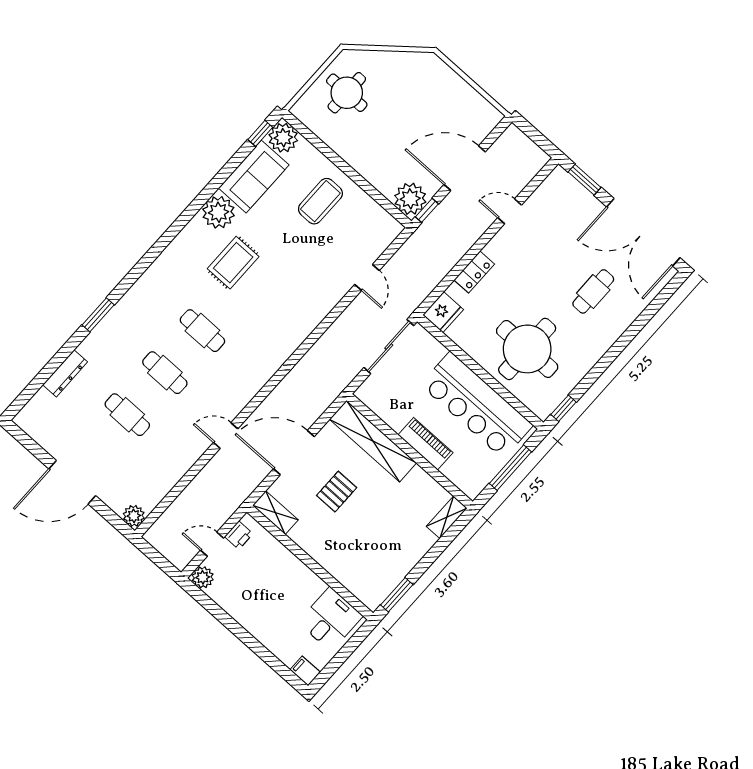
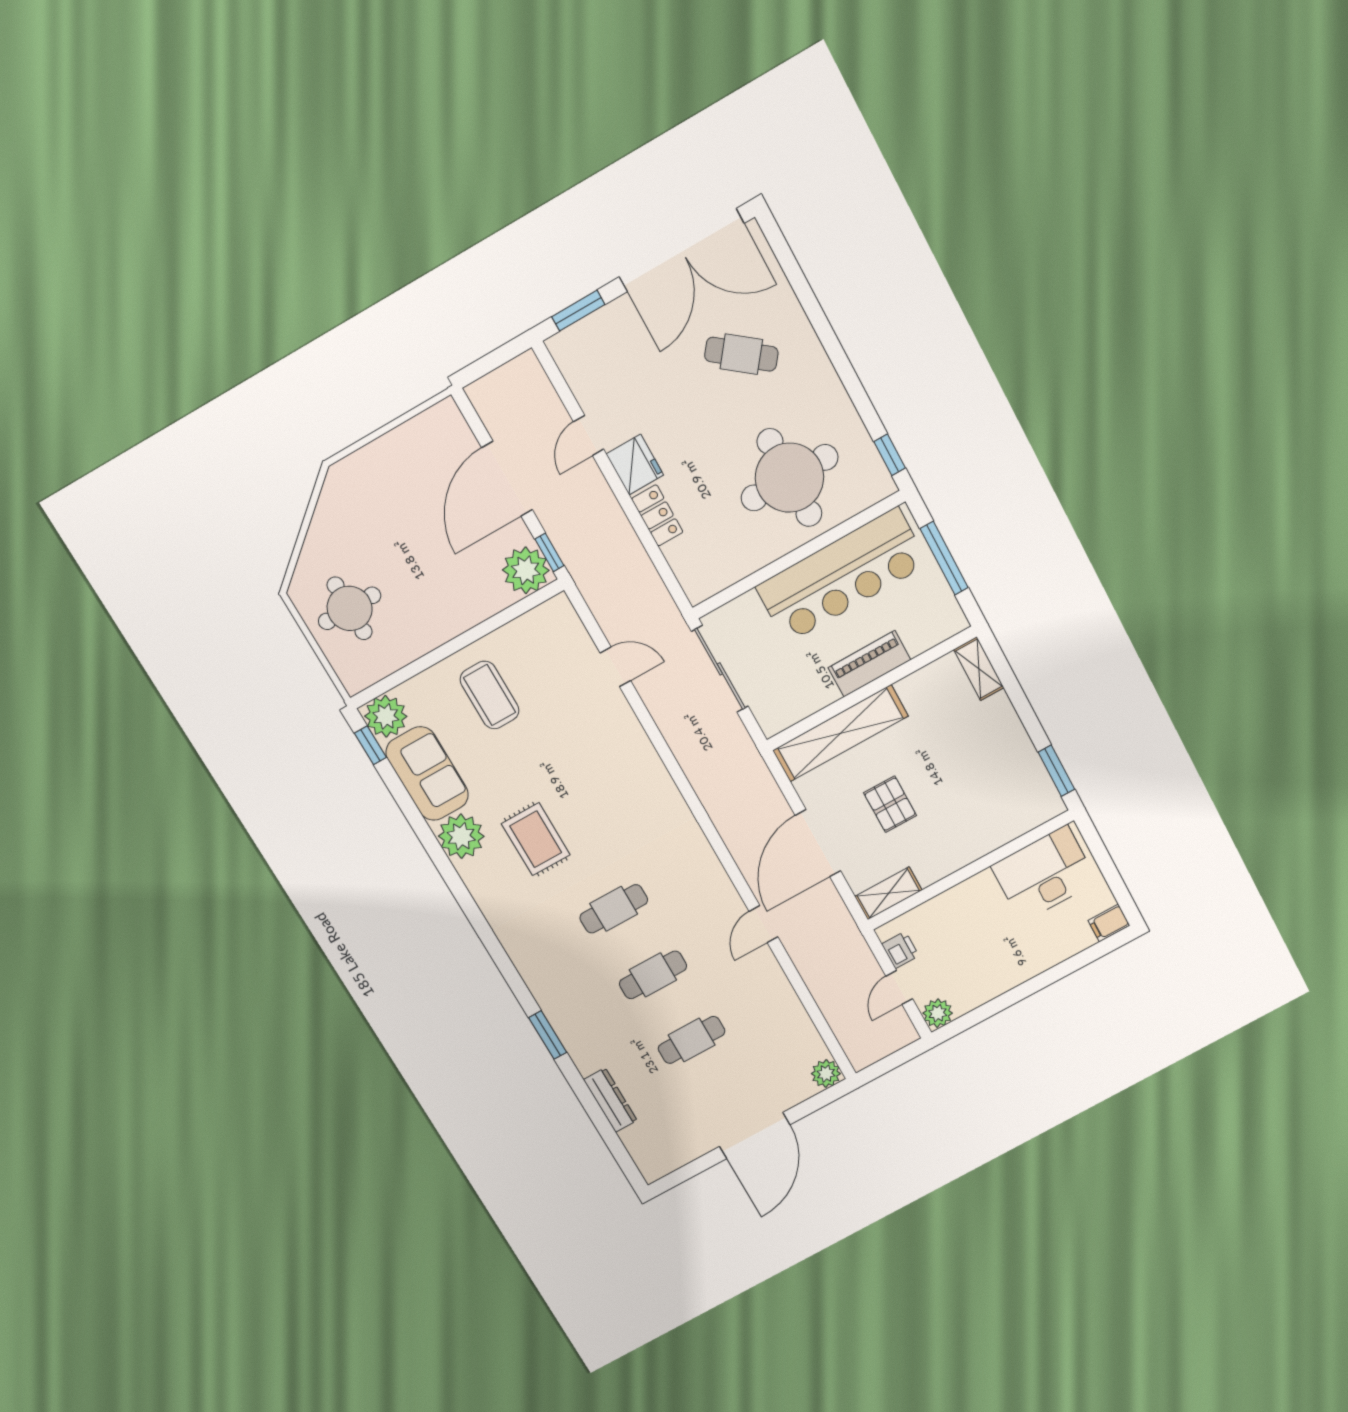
cafe table: (593, 291) -> (741, 354), turned -52
fridge: (443, 312) -> (635, 465), moved
desk: (330, 619) -> (1044, 874), width x1.37

